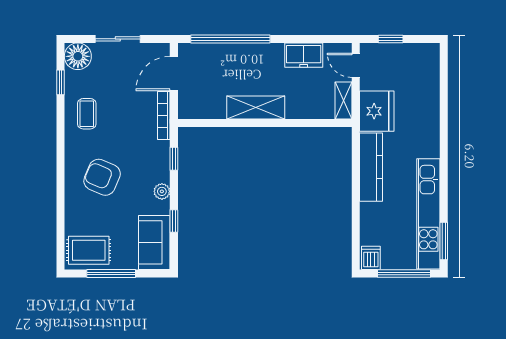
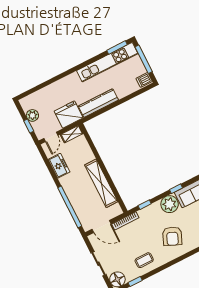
plant: (404, 53) -> (32, 115), added
shelving: (256, 108) -> (101, 183), width x1.47
plant: (162, 191) -> (170, 204), width x1.88, depth x1.88

